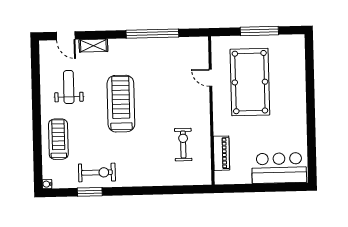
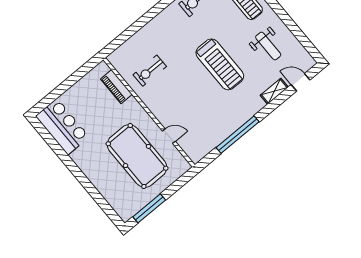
window: (259, 31) -> (149, 208), moved
exercise bike: (183, 145) -> (150, 71), turned 90
bar counter: (279, 168) -> (62, 127), moved, turned -90

